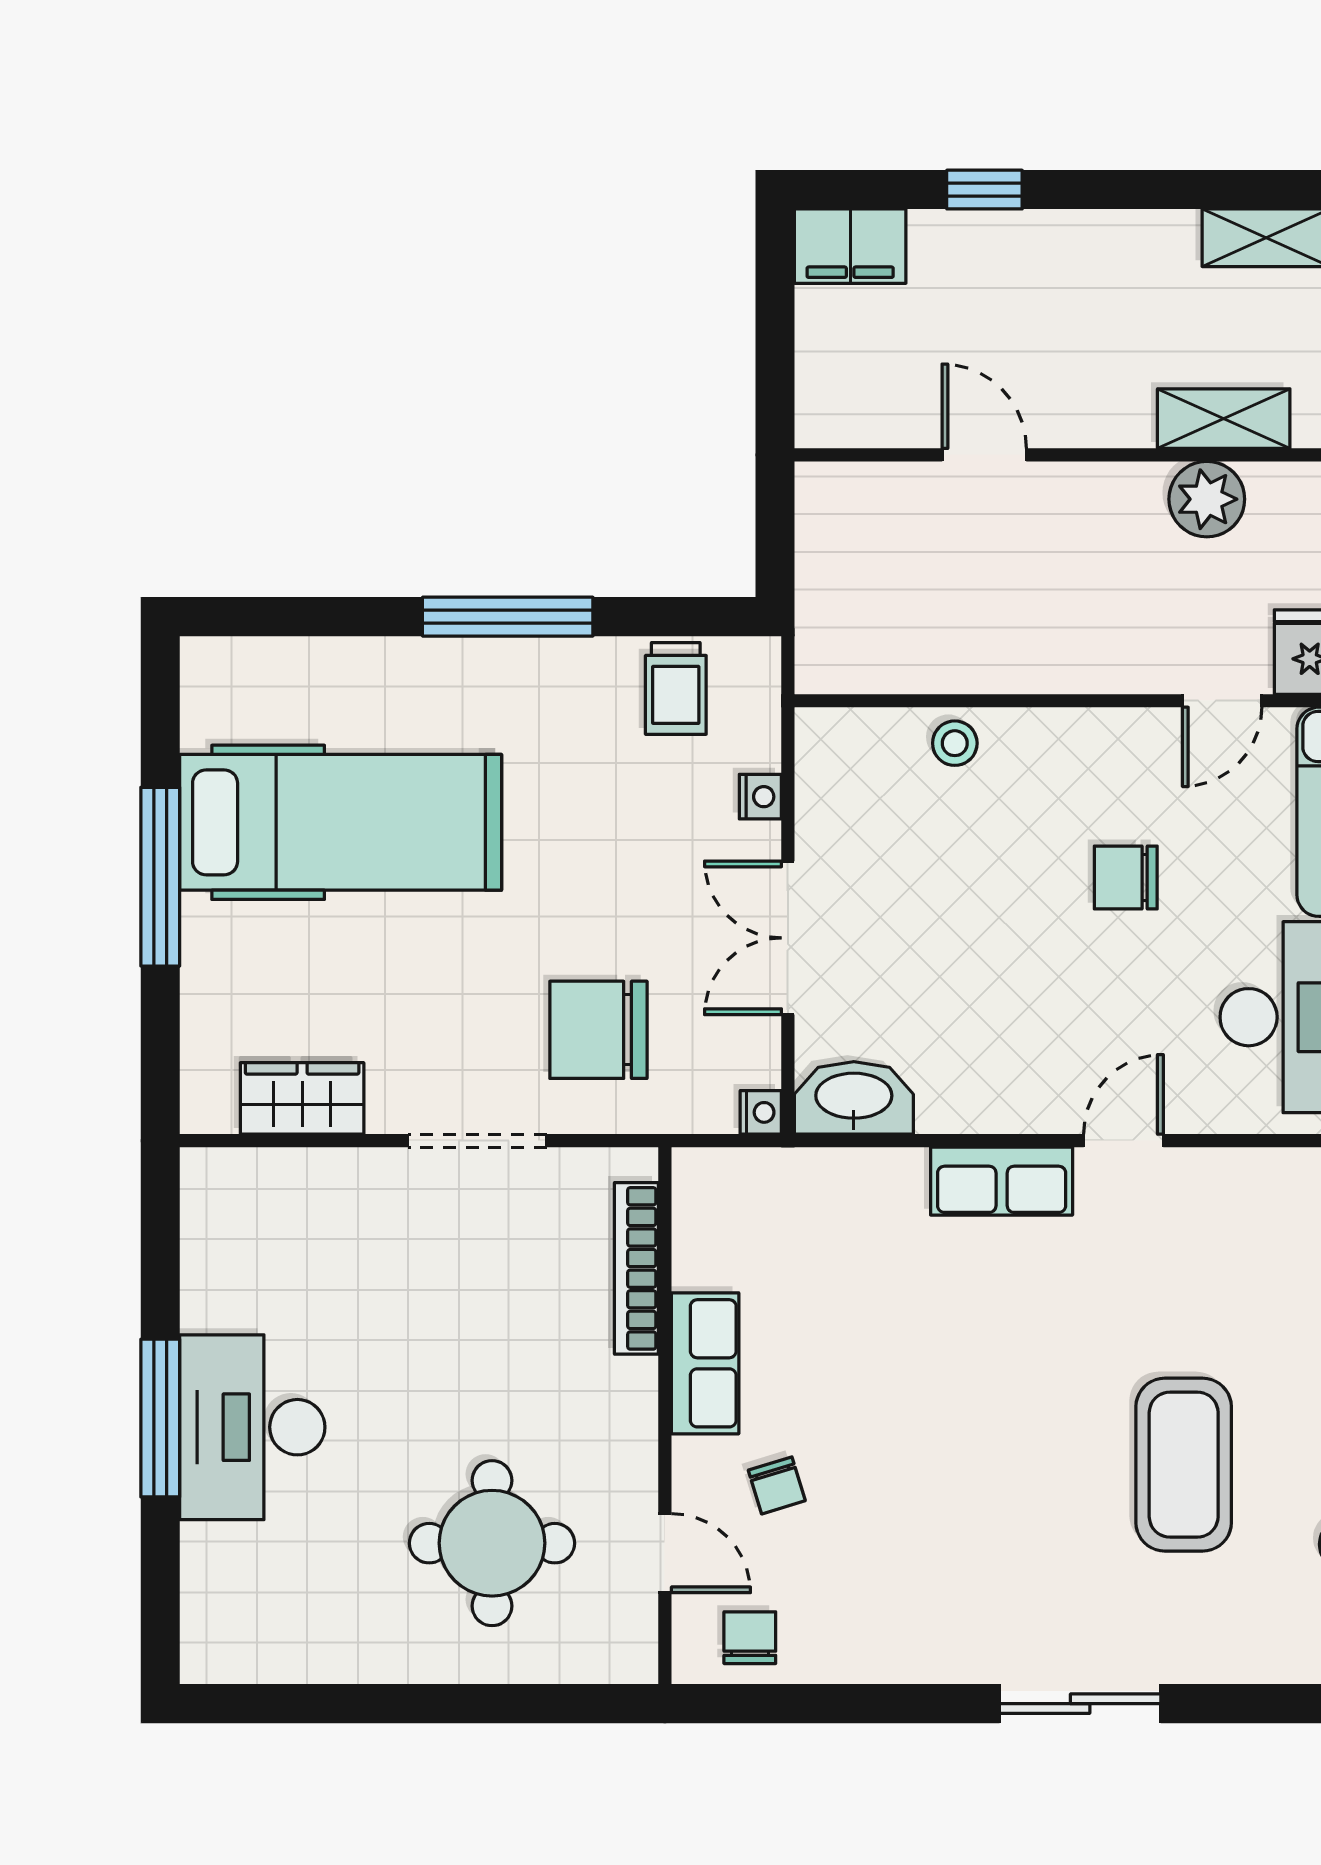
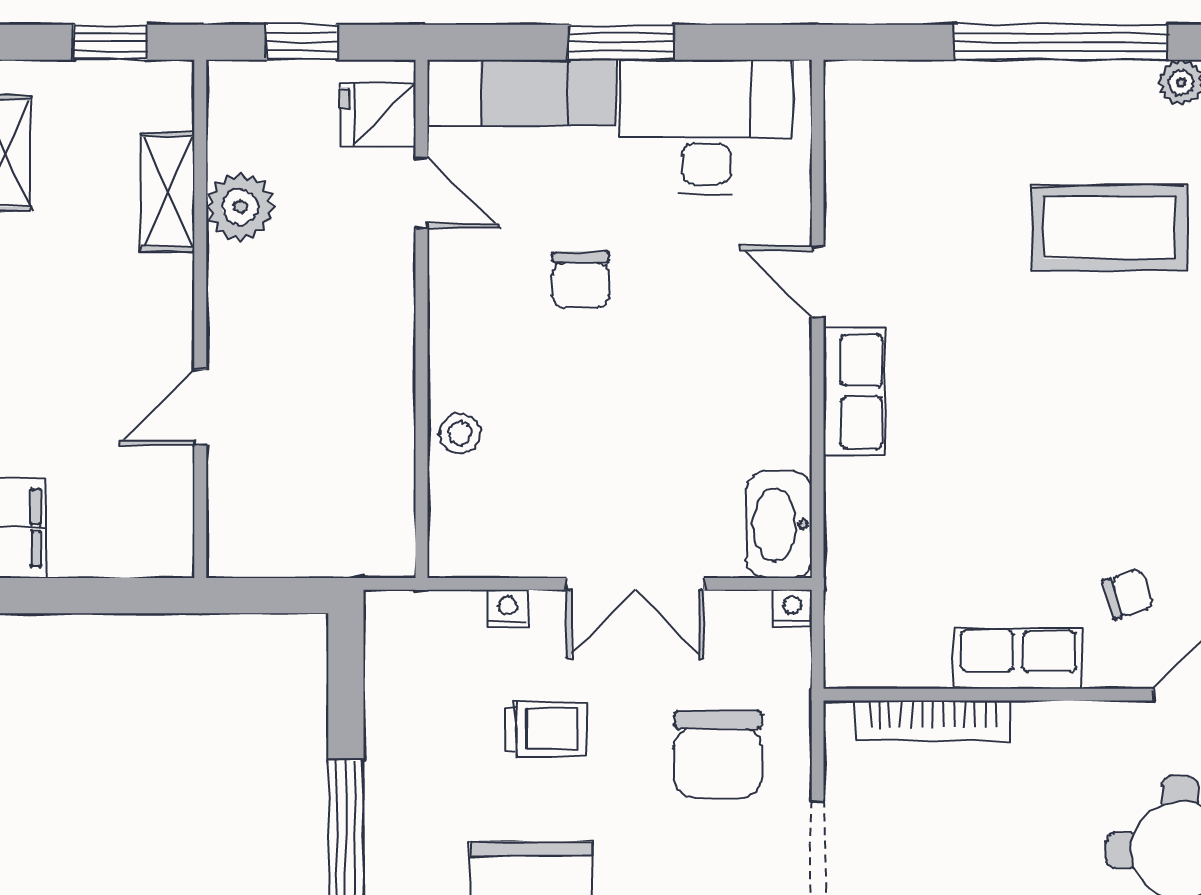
trolley: (676, 688) -> (546, 729), moved

